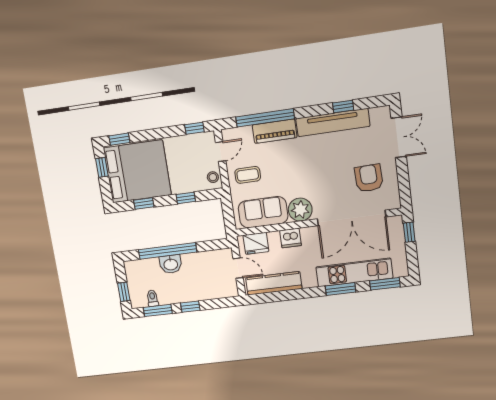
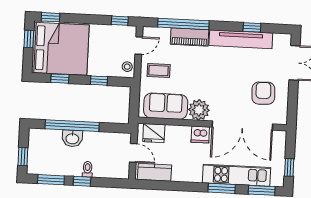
window: (409, 232) -> (289, 167), moved
dishwasher: (291, 238) -> (200, 135), moved
kitchen counter: (274, 283) -> (155, 172), width x0.67
toilet: (152, 298) -> (87, 169), moved

